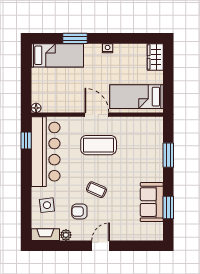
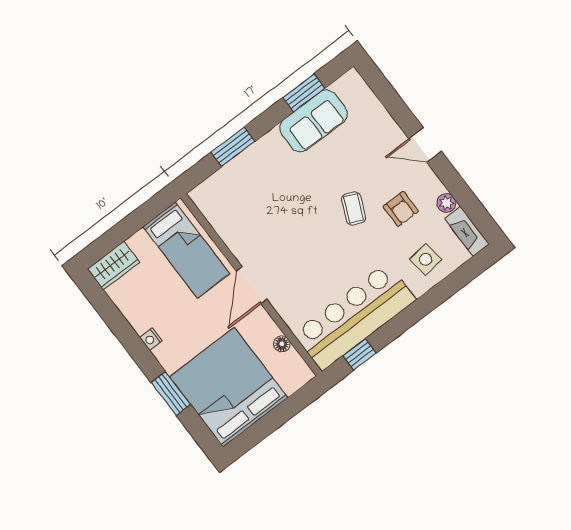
bed: (57, 55) -> (229, 387), width x2.04
floor lamp: (36, 108) -> (282, 344), moved
coffee table: (99, 145) -> (291, 252), removed

